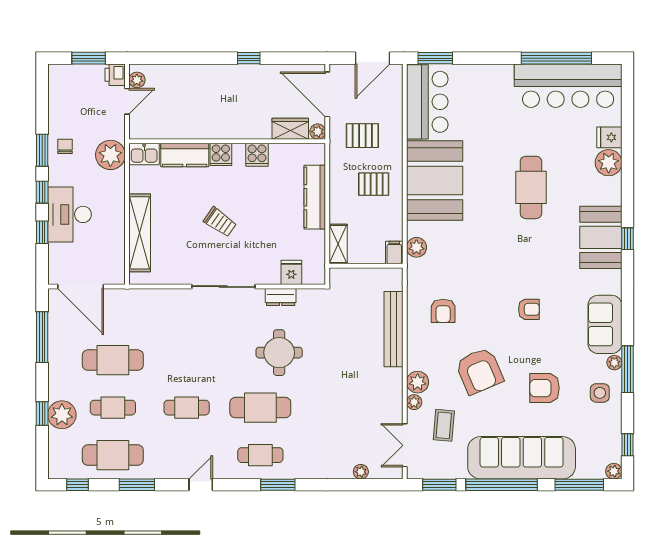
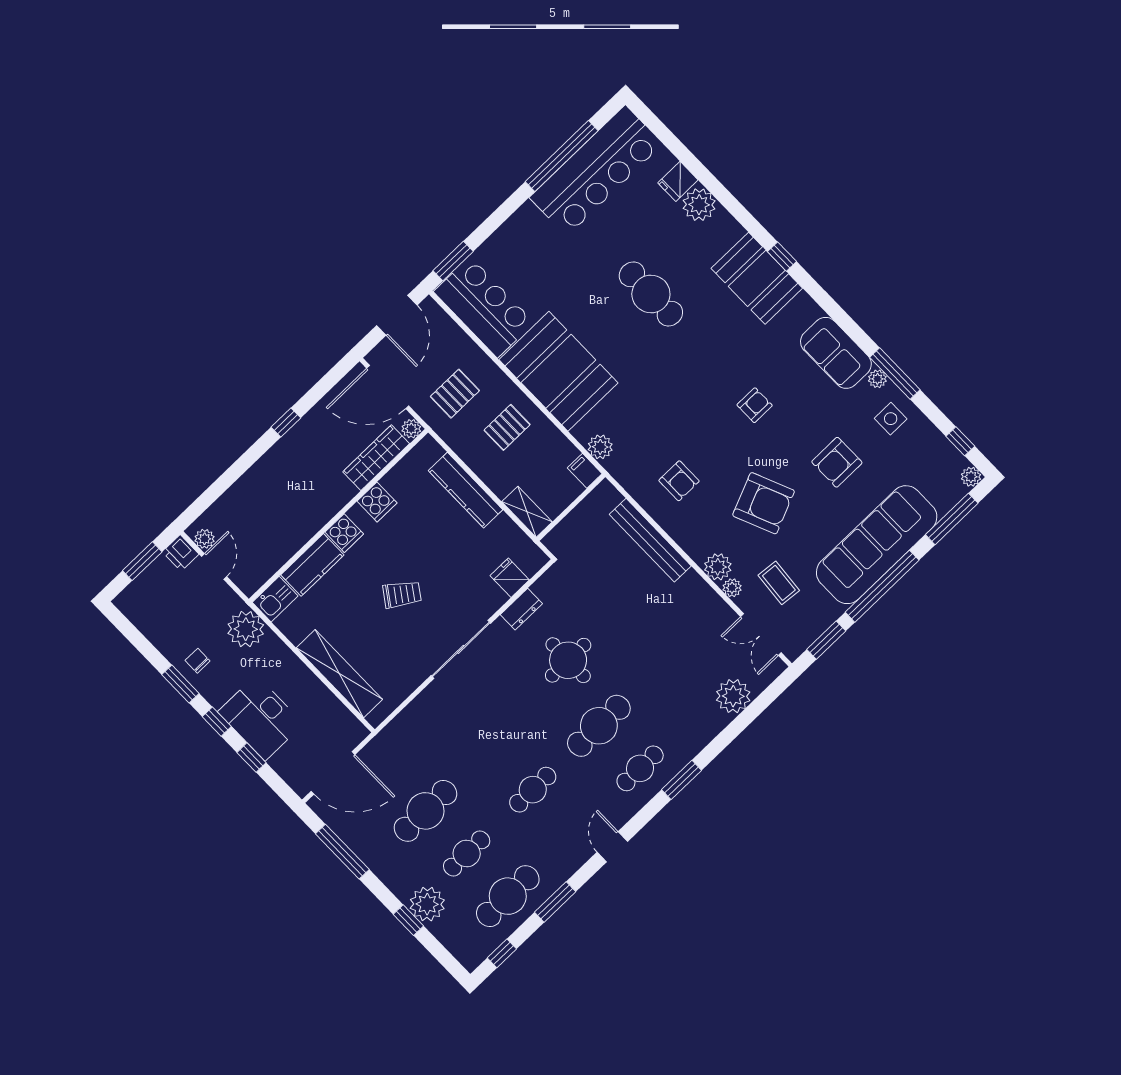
wardrobe: (290, 129) -> (376, 458), width x1.50
plant: (361, 472) -> (733, 696), width x1.88, depth x1.88

